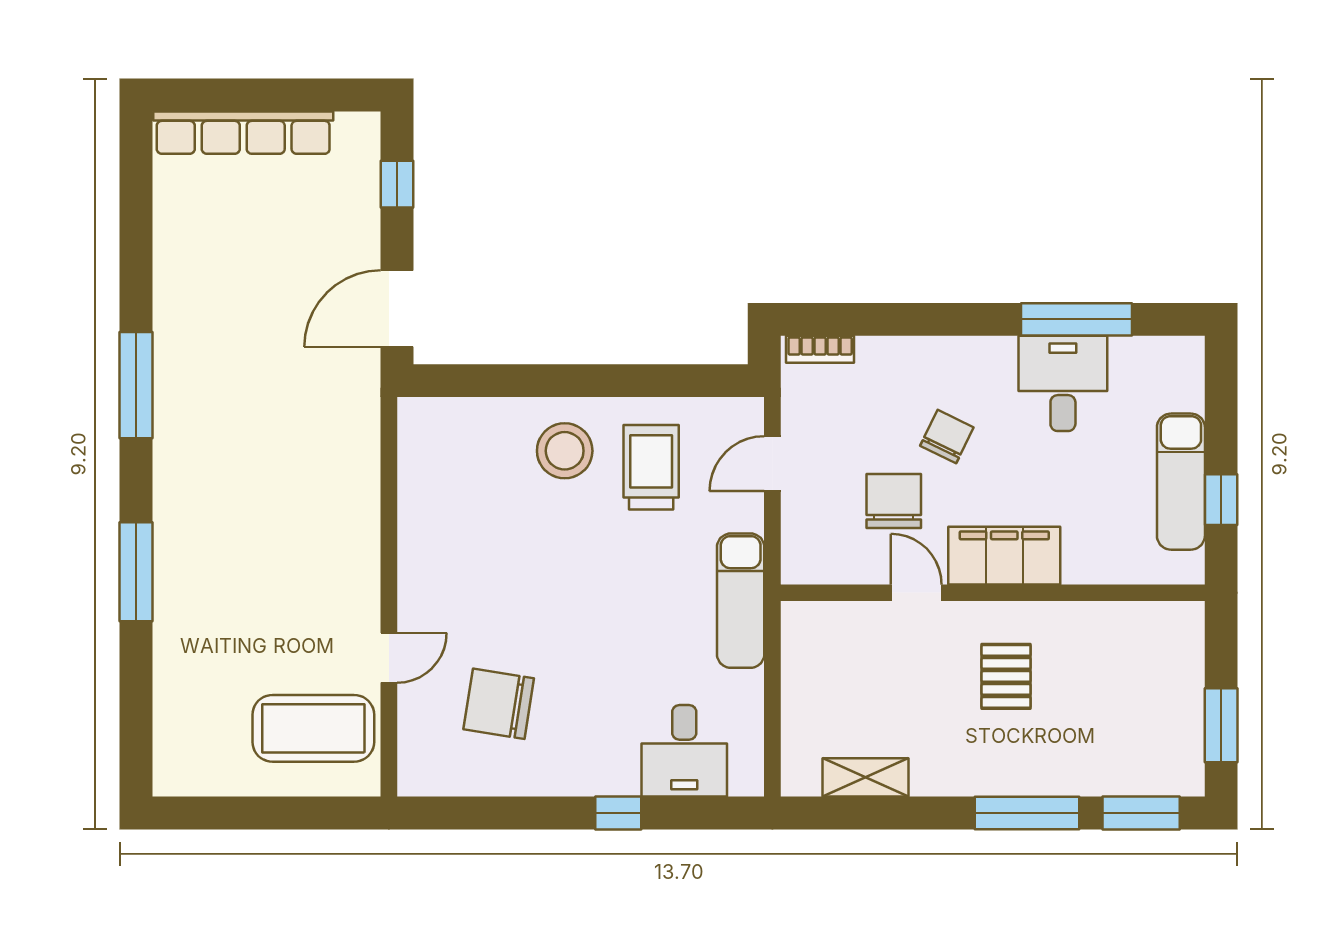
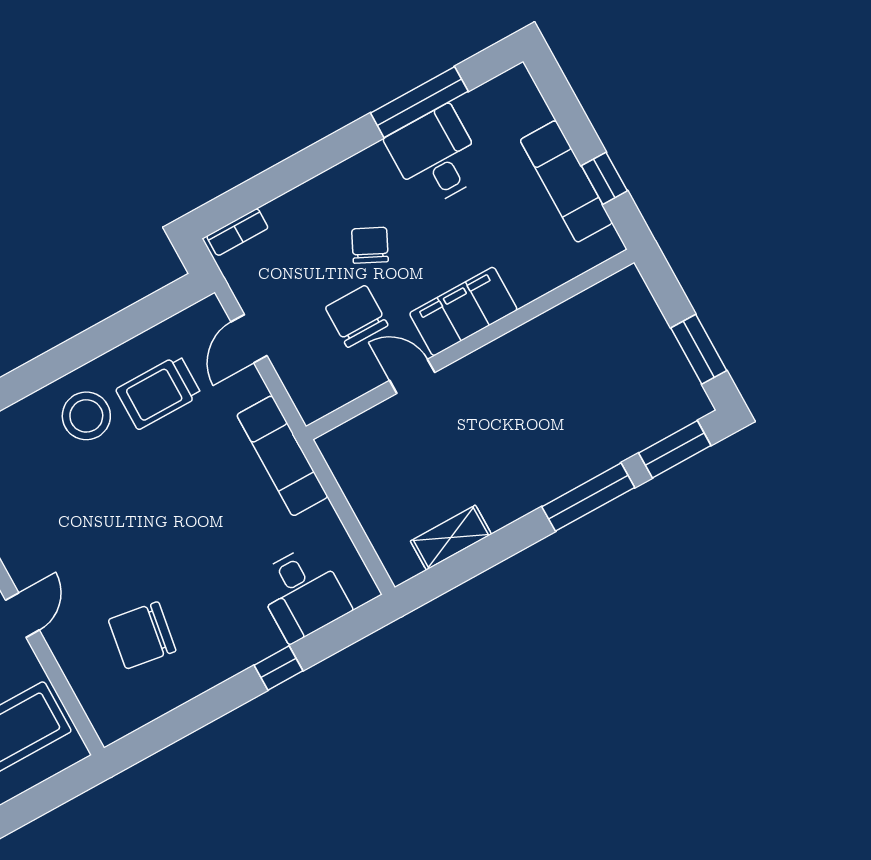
trolley: (651, 467) -> (159, 392), turned -90
door: (389, 658) -> (22, 615), moved
pallet: (1006, 676) -> (515, 402), removed

